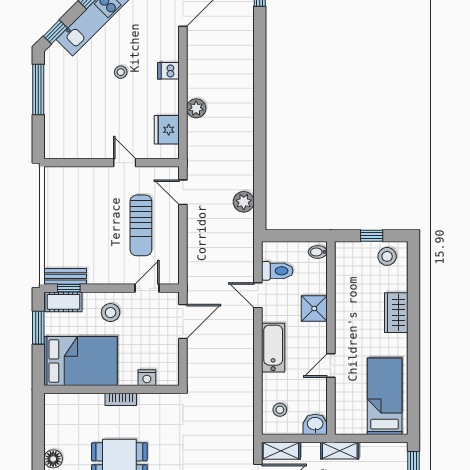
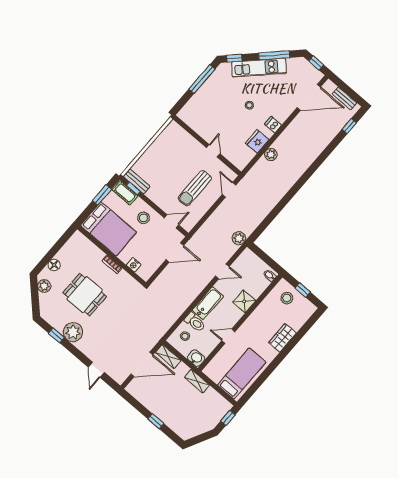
fridge: (167, 130) -> (257, 141), moved
plant: (244, 202) -> (239, 238), moved
stool: (387, 256) -> (287, 298), moved
toilet: (277, 271) -> (195, 322), moved
door: (258, 295) -> (222, 271), swing flipped

